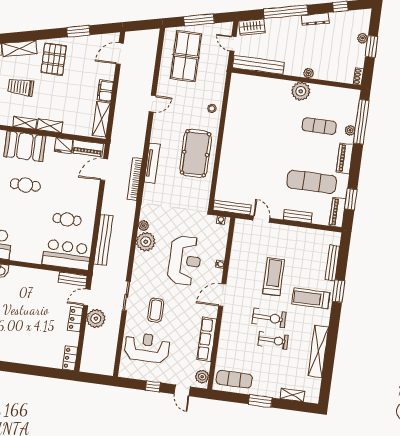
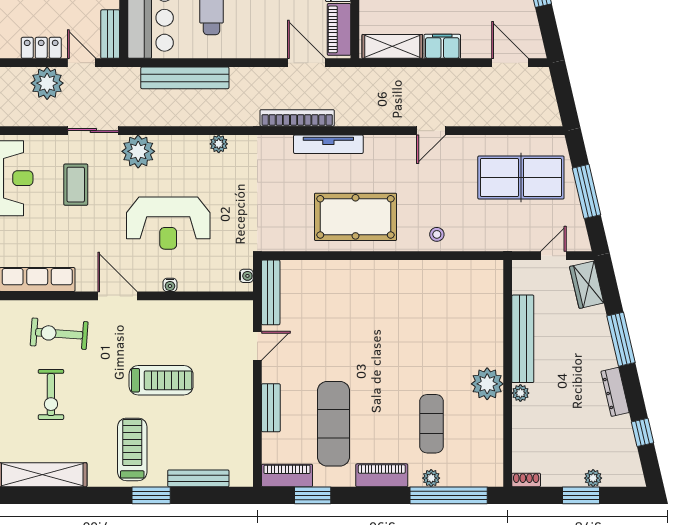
window: (286, 12) -> (621, 339), width x0.68
bench: (258, 65) -> (523, 339), moved
door: (152, 104) -> (431, 131), hinge flipped
plant: (146, 242) -> (138, 151), moved
coffee table: (156, 310) -> (76, 185), turned 90
exercise bike: (269, 318) -> (59, 334), moved, turned 94

